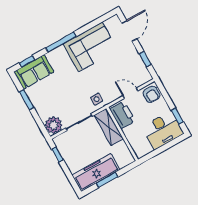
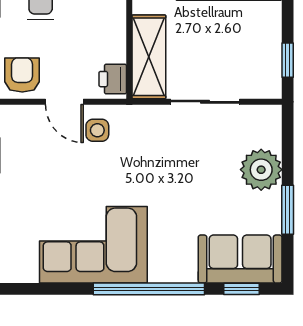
window: (61, 42) -> (149, 289), width x1.46
side table: (97, 99) -> (97, 130), moved
printer: (122, 115) -> (113, 79), width x0.53, depth x0.68
plant: (54, 125) -> (261, 170), moved

